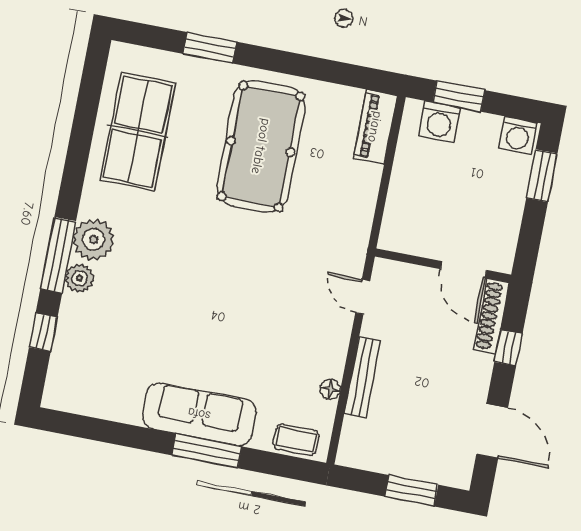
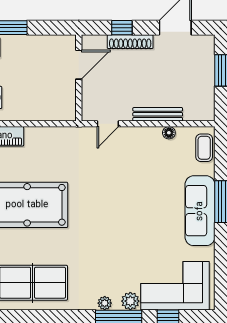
plant: (94, 239) -> (105, 303), width x0.53, depth x0.53
shoe rack: (492, 316) -> (130, 42), moved
corner sofa: (90, 352) -> (175, 286), added

